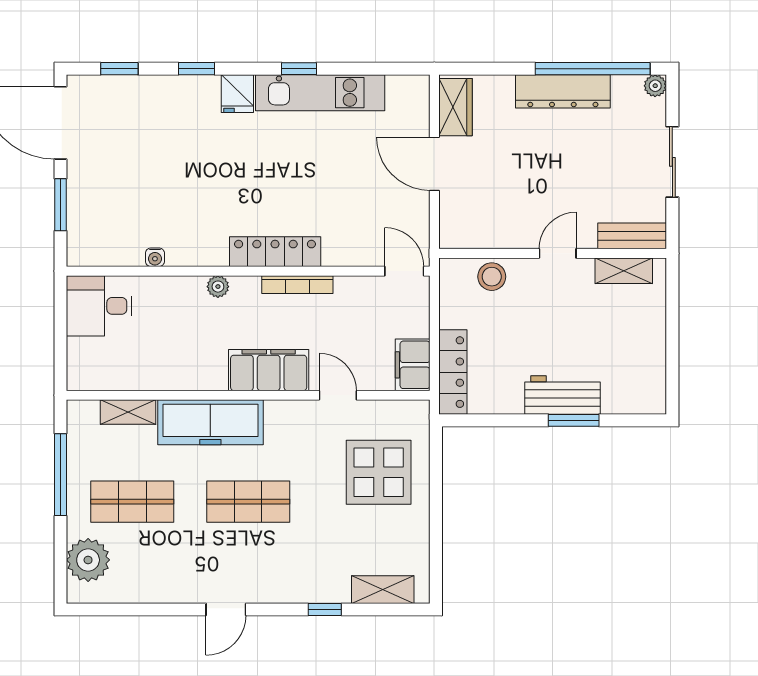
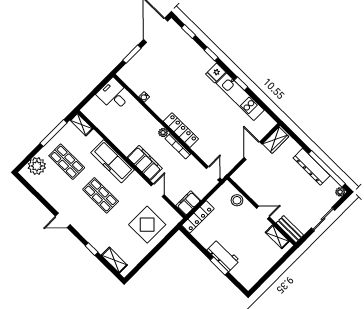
plant: (218, 287) -> (163, 133), moved
shelving: (128, 412) -> (81, 124), moved

